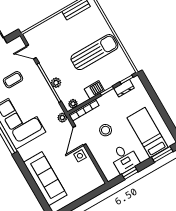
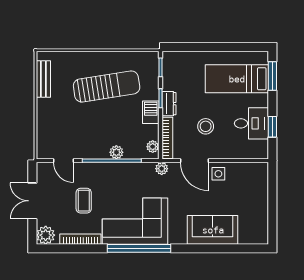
door: (31, 52) -> (64, 161), hinge flipped
sun lounger: (94, 52) -> (107, 87), turned 81
dresser: (124, 88) -> (169, 104), moved
sofa: (45, 179) -> (213, 230), width x0.73

